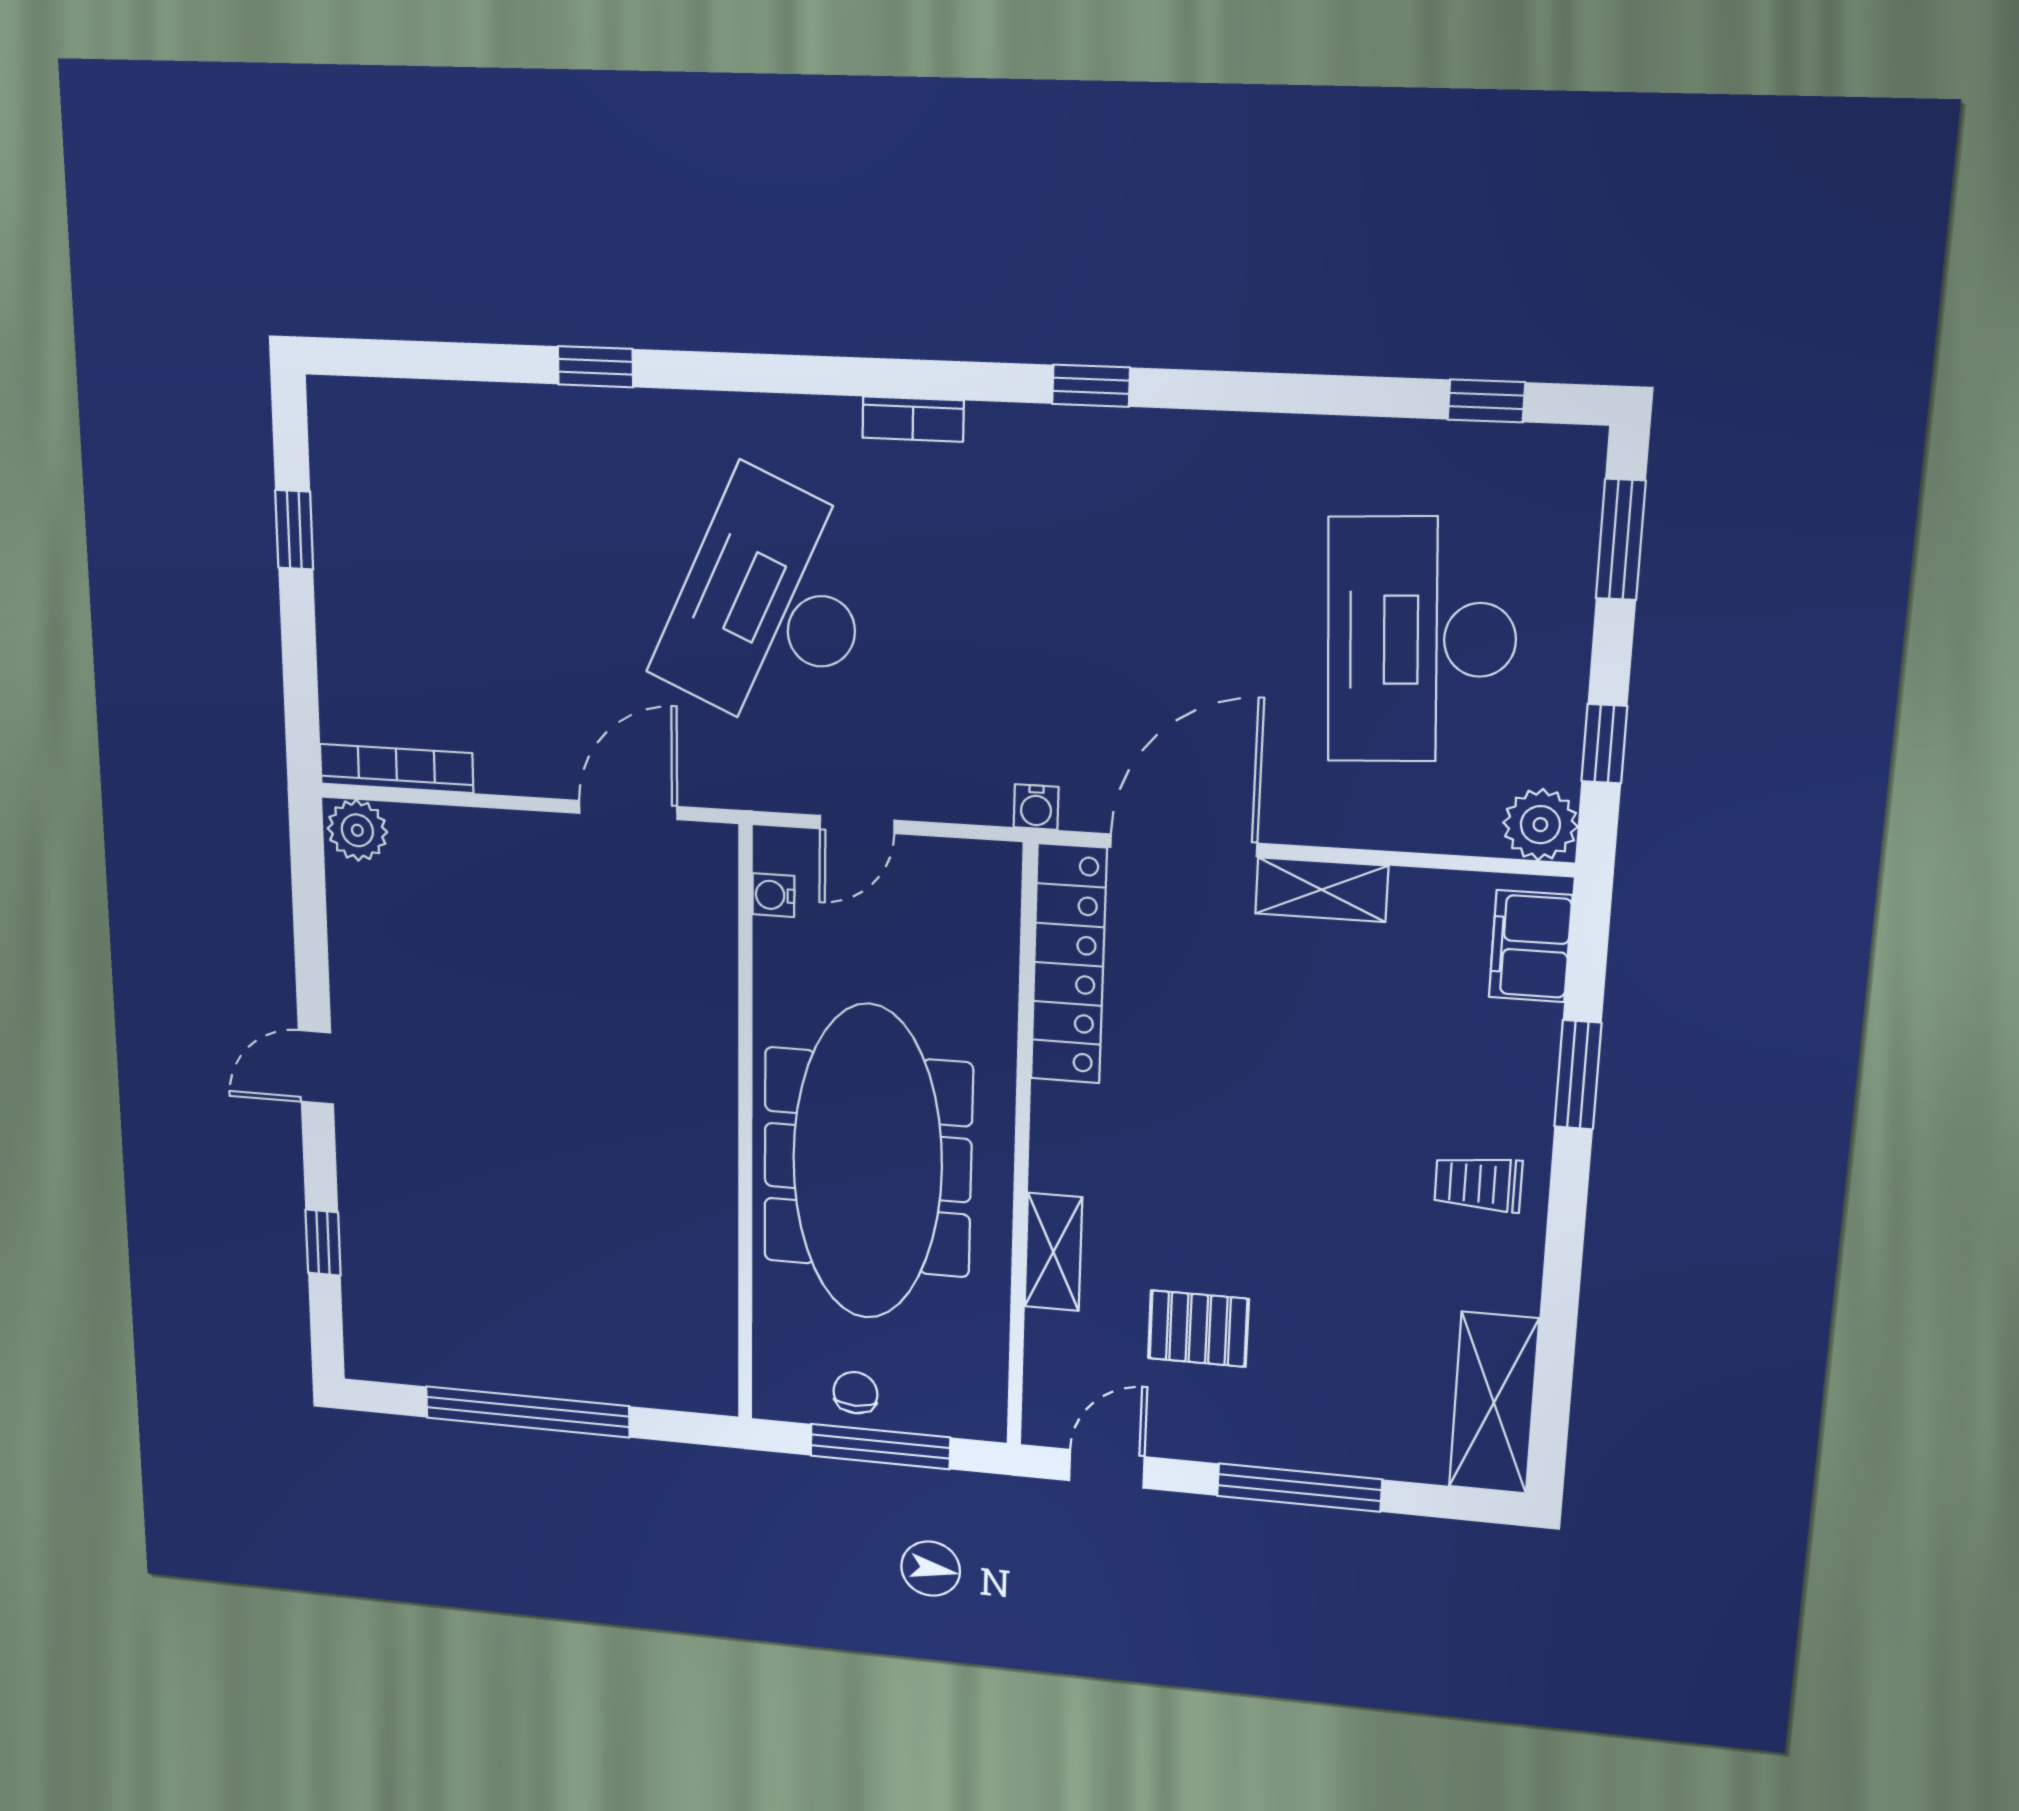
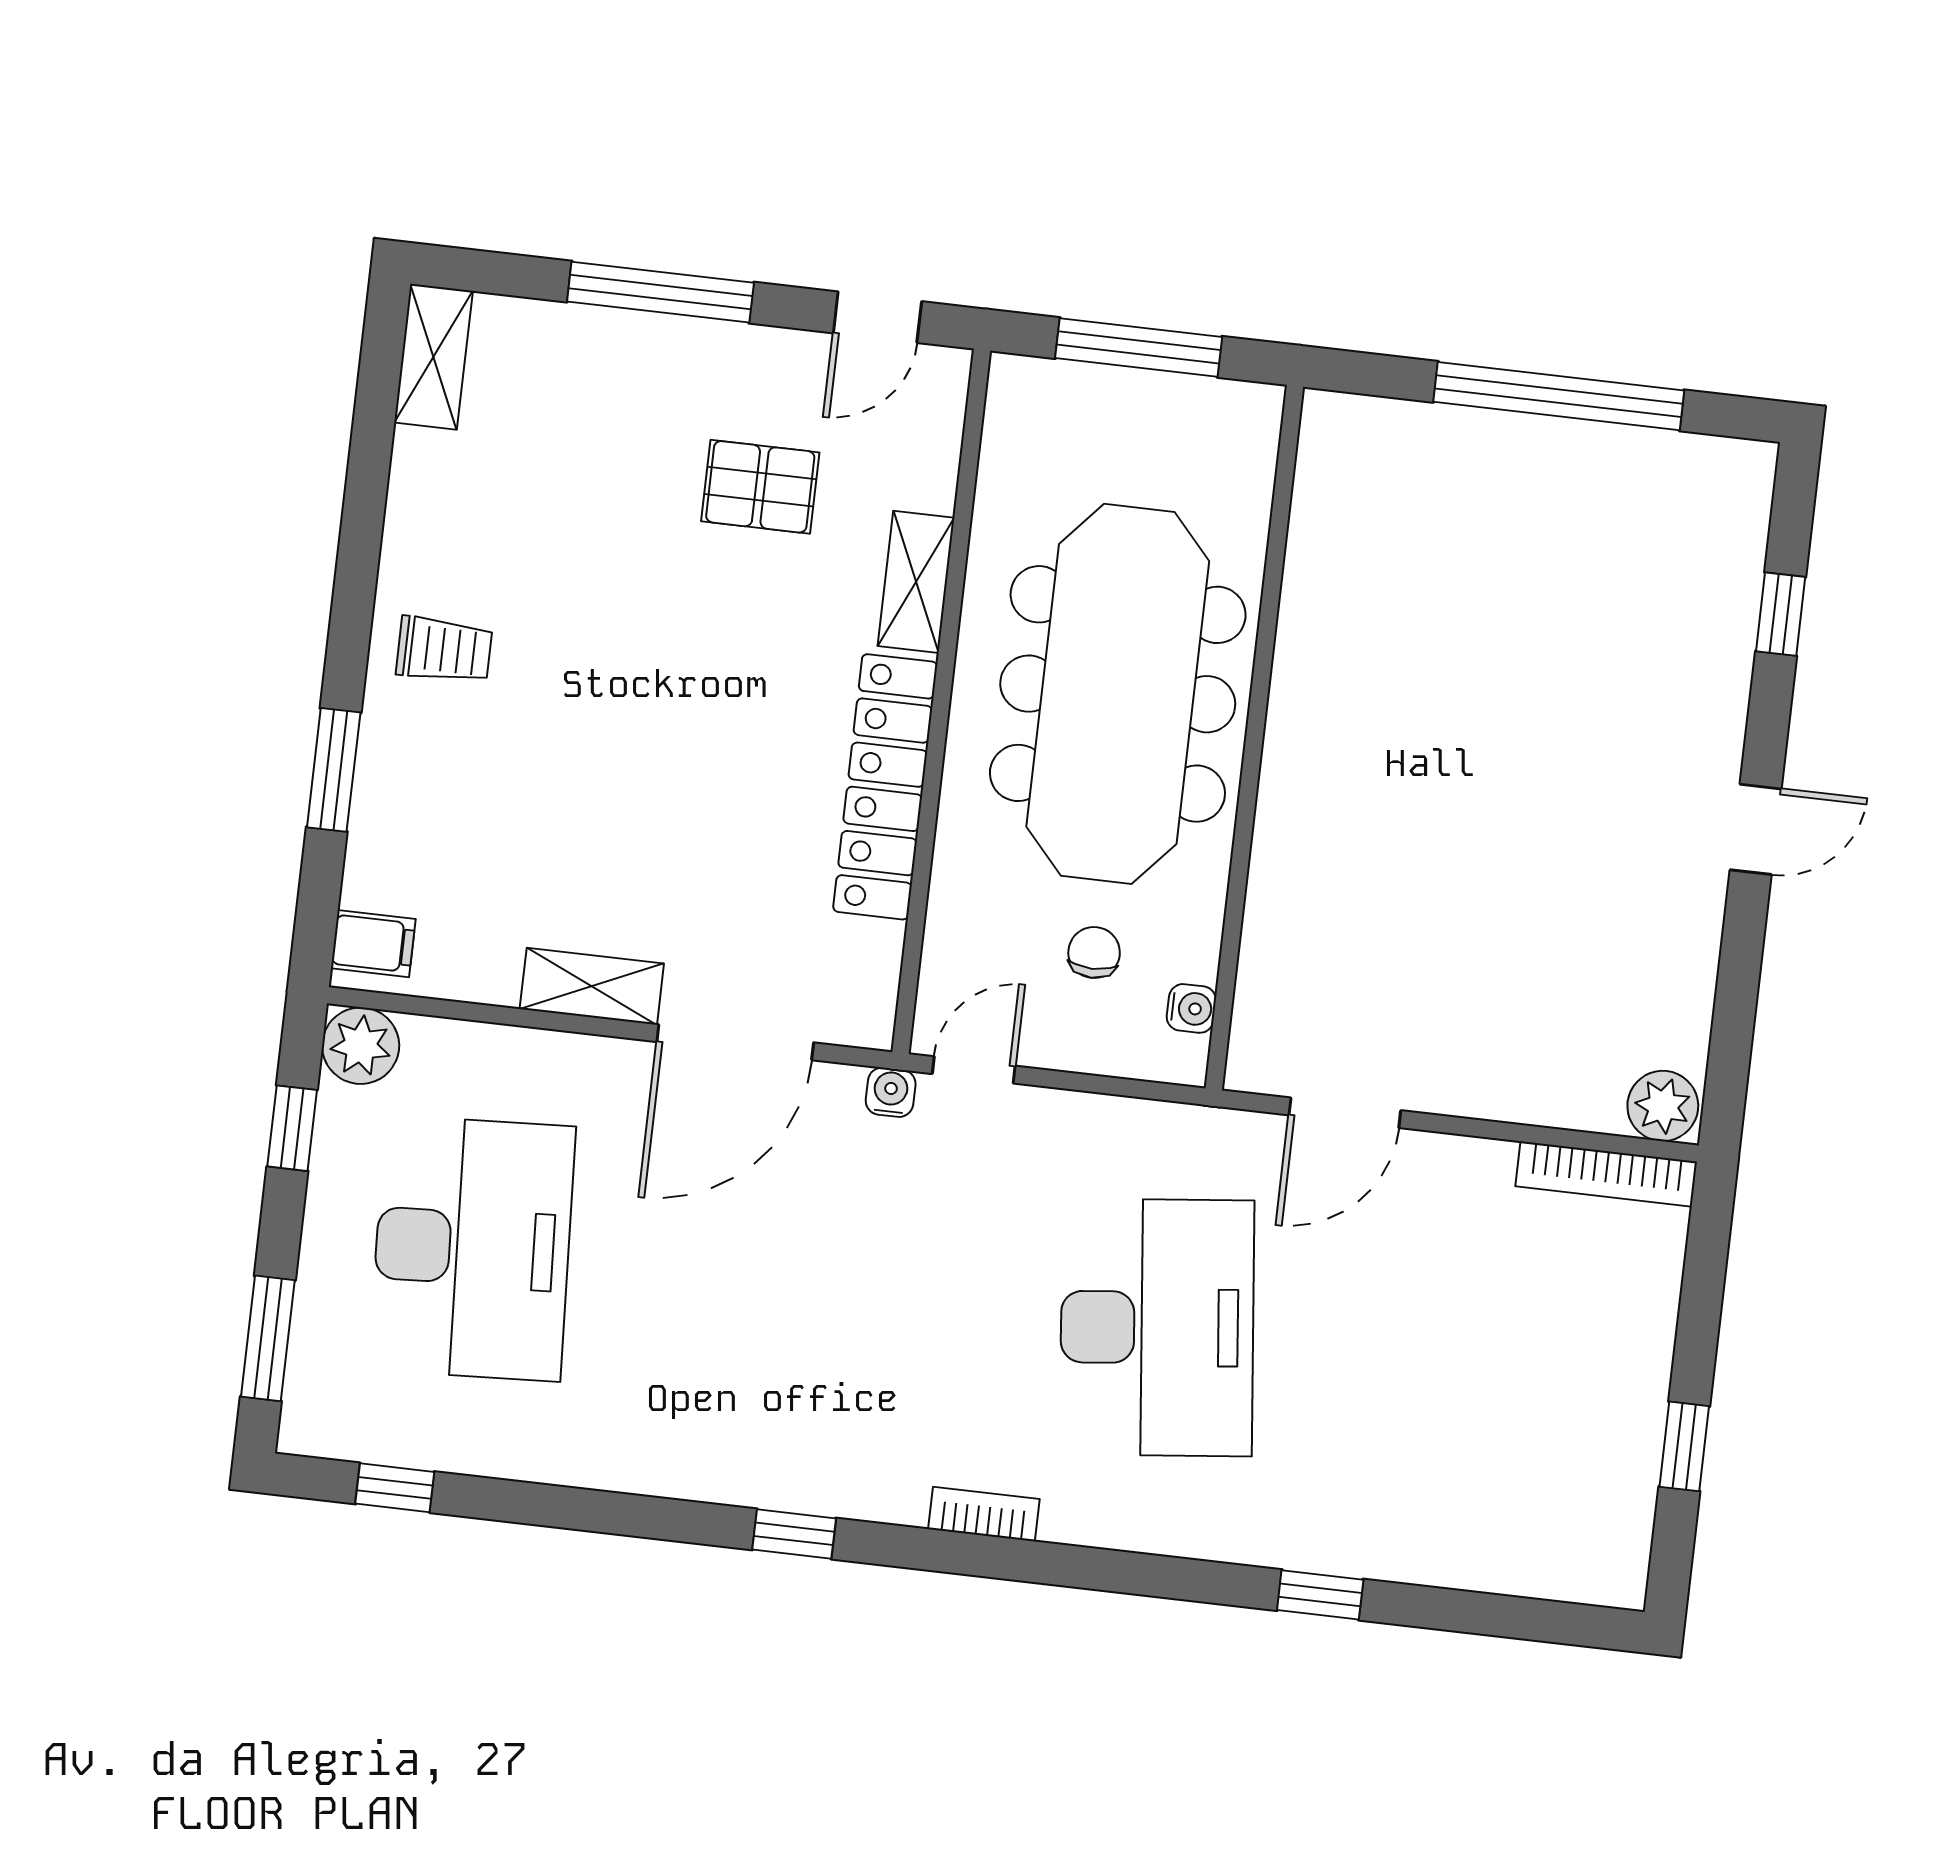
desk: (772, 606) -> (1157, 1327), turned -30
door: (857, 825) -> (974, 1070), moved
filing cabinet: (1530, 946) -> (373, 944), width x0.50
locker: (1069, 964) -> (885, 787), moved
chair: (855, 1393) -> (1094, 953), moved, turned 180
shelving: (1494, 1403) -> (433, 357), width x0.67, depth x0.75

